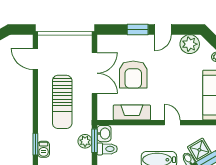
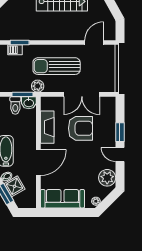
armchair: (133, 75) -> (80, 128), turned 180
door: (172, 123) -> (38, 163), width x1.87
plant: (85, 141) -> (38, 86), moved

